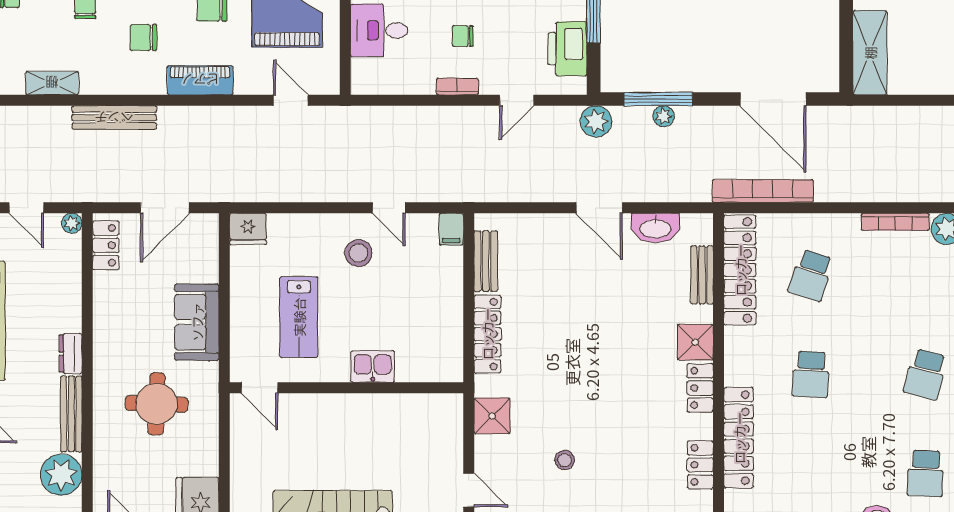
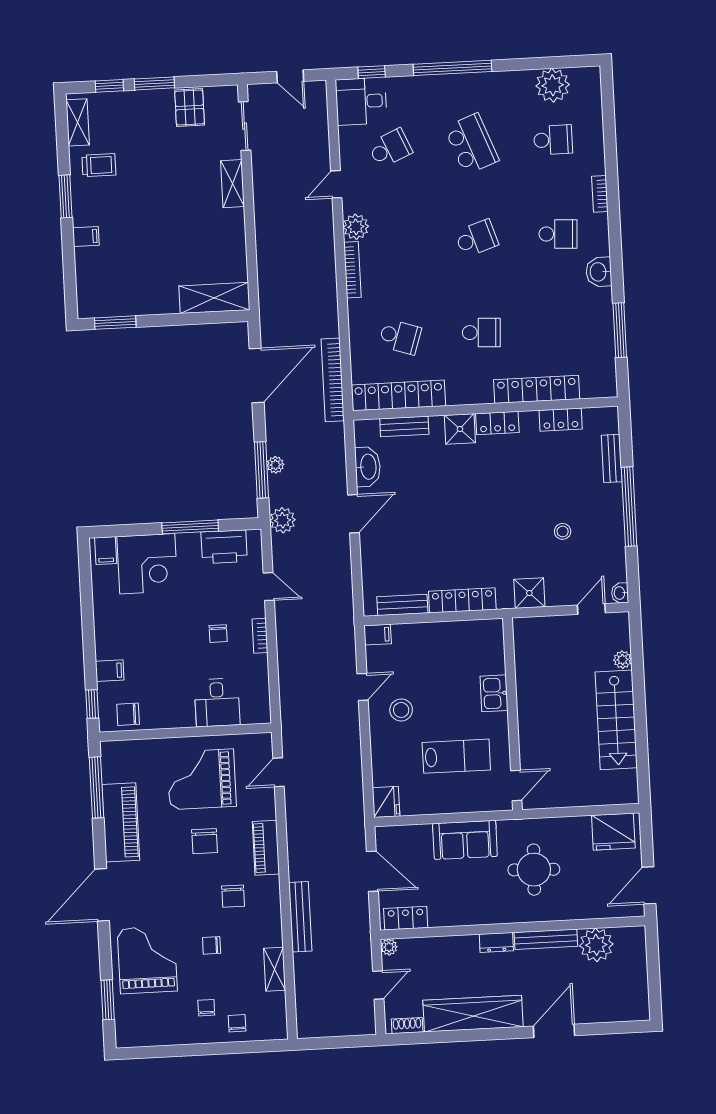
school desk: (925, 374) -> (476, 238), turned -33

